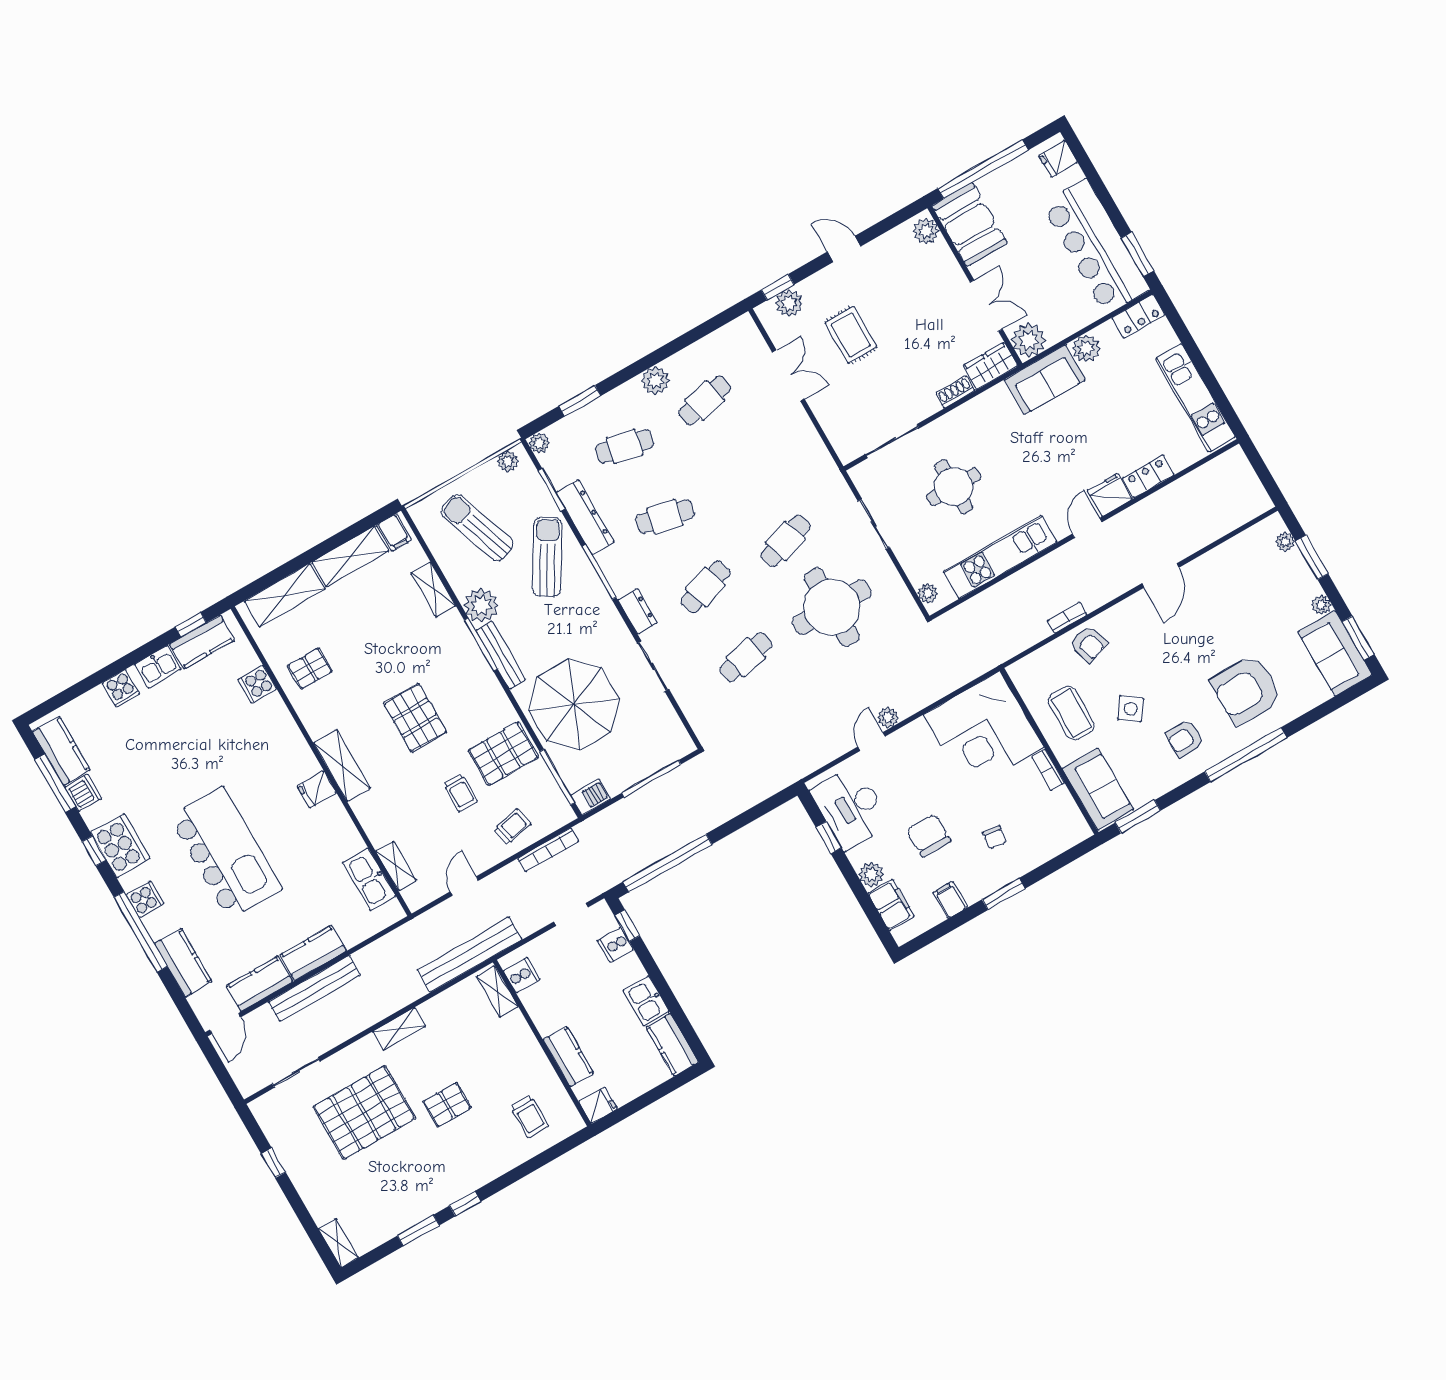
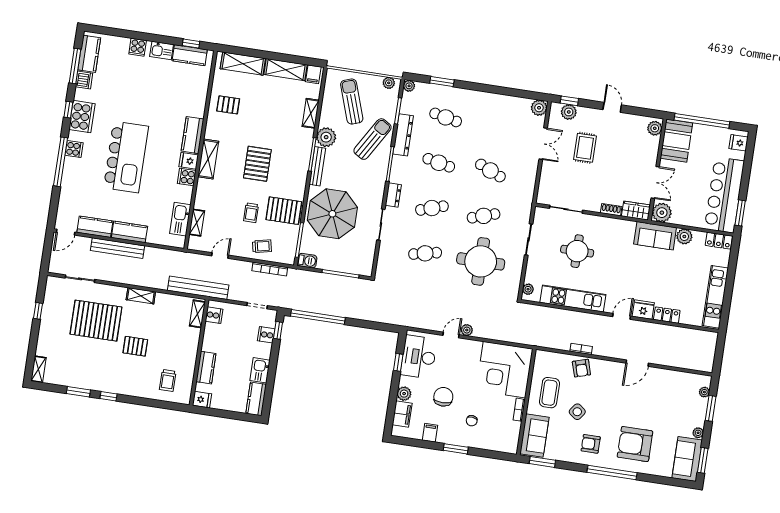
plant: (655, 381) -> (539, 108), moved
cafe table: (705, 400) -> (490, 171), moved, turned 36
cooker: (257, 684) -> (187, 177), moved
kitchen counter: (183, 963) -> (192, 135), moved, turned 180

